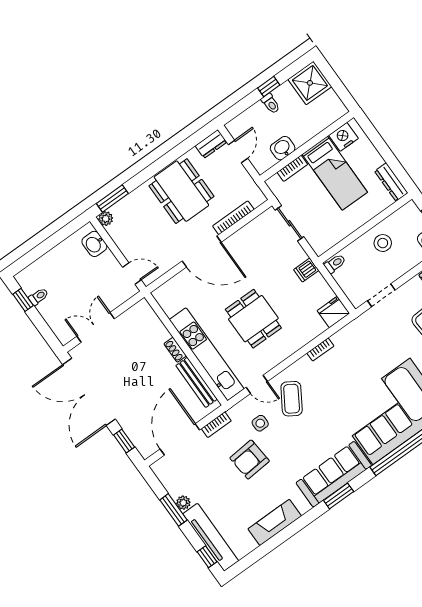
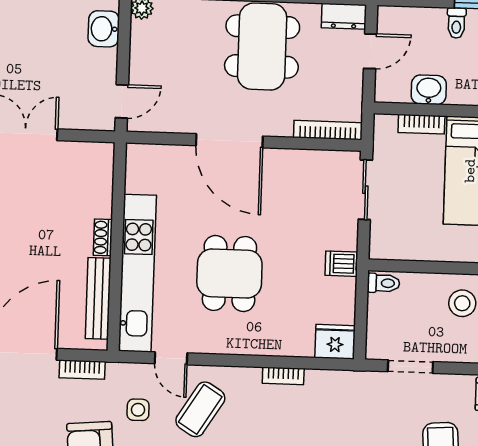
bookcase: (233, 218) -> (328, 130), moved
door: (132, 274) -> (122, 101), hinge flipped

